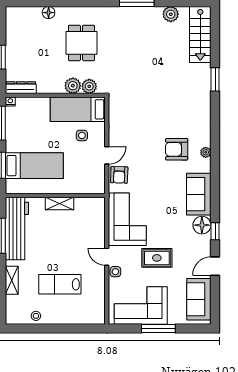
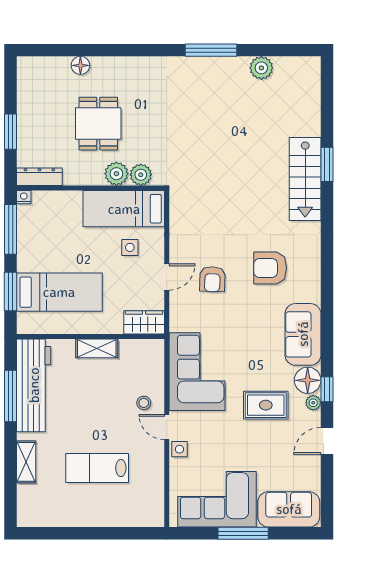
stairs: (200, 34) -> (305, 179), moved
dining table: (82, 43) -> (98, 124), moved
plant: (206, 152) -> (313, 403), moved
armchair: (119, 175) -> (212, 279), moved
wardrobe: (91, 186) -> (144, 322), added
rug: (157, 258) -> (266, 405), moved
sofa: (199, 299) -> (289, 509), moved, turned 90
stool: (36, 316) -> (144, 403), moved

